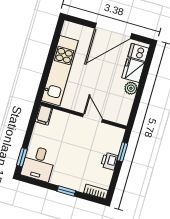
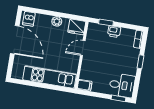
fridge: (133, 70) -> (77, 27), moved

